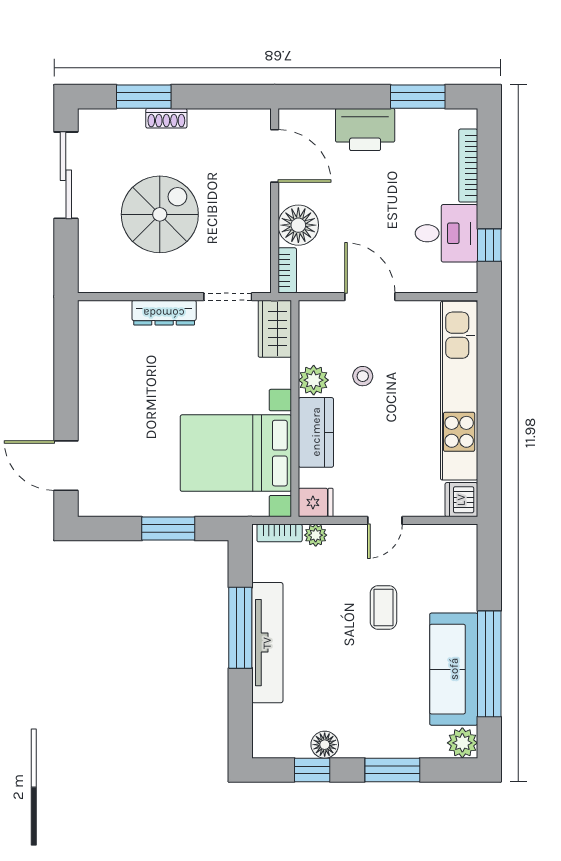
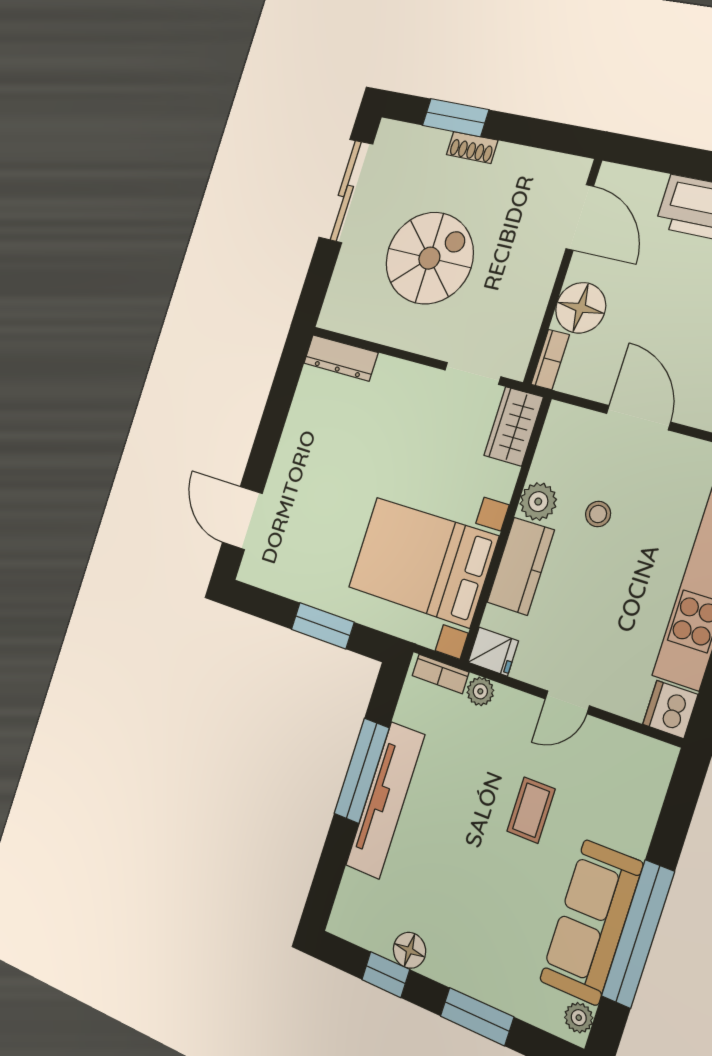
dresser: (164, 313) -> (341, 358), moved
plant: (462, 743) -> (579, 1018), width x0.73, depth x0.73

